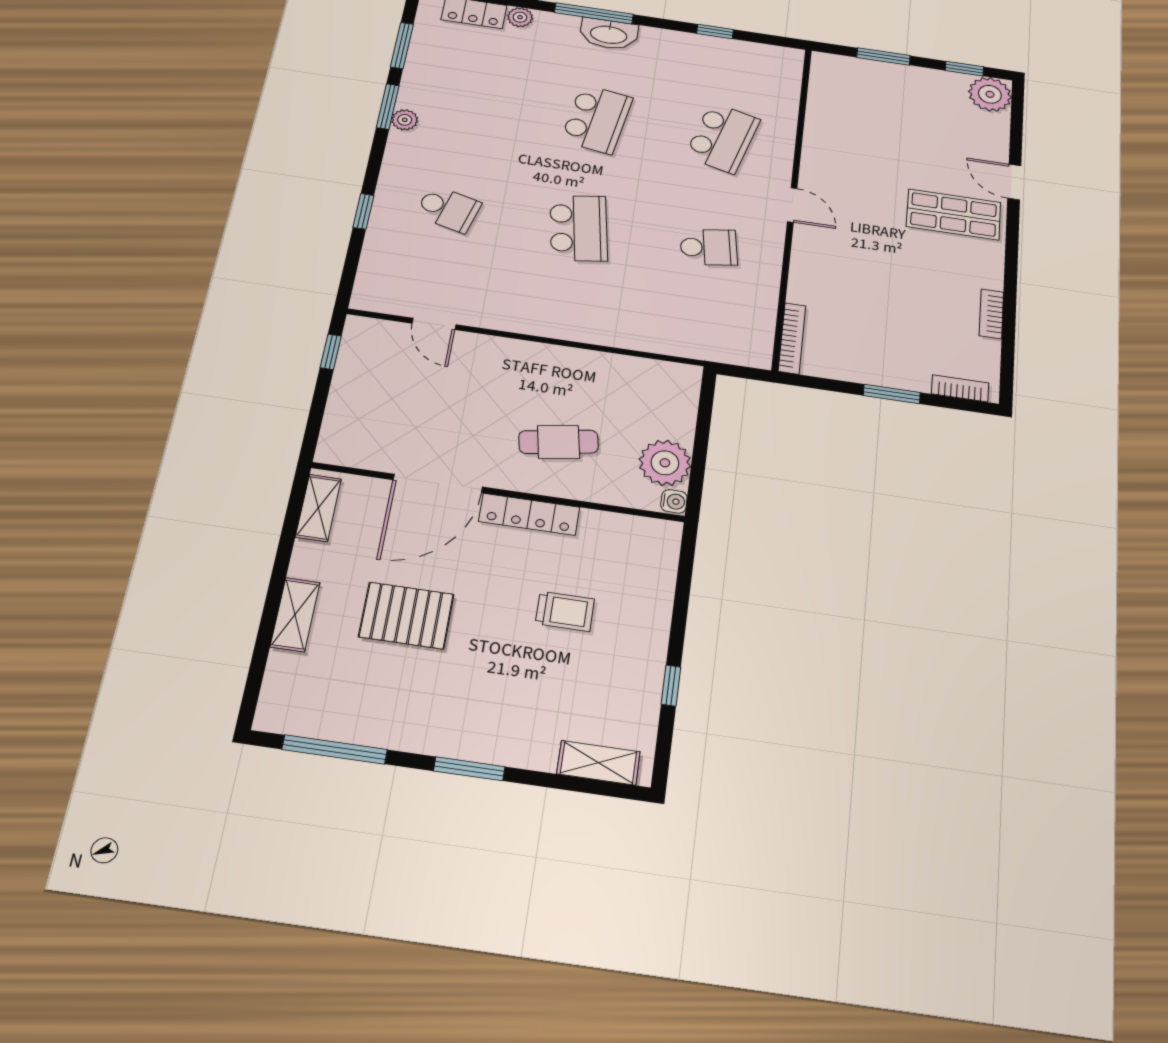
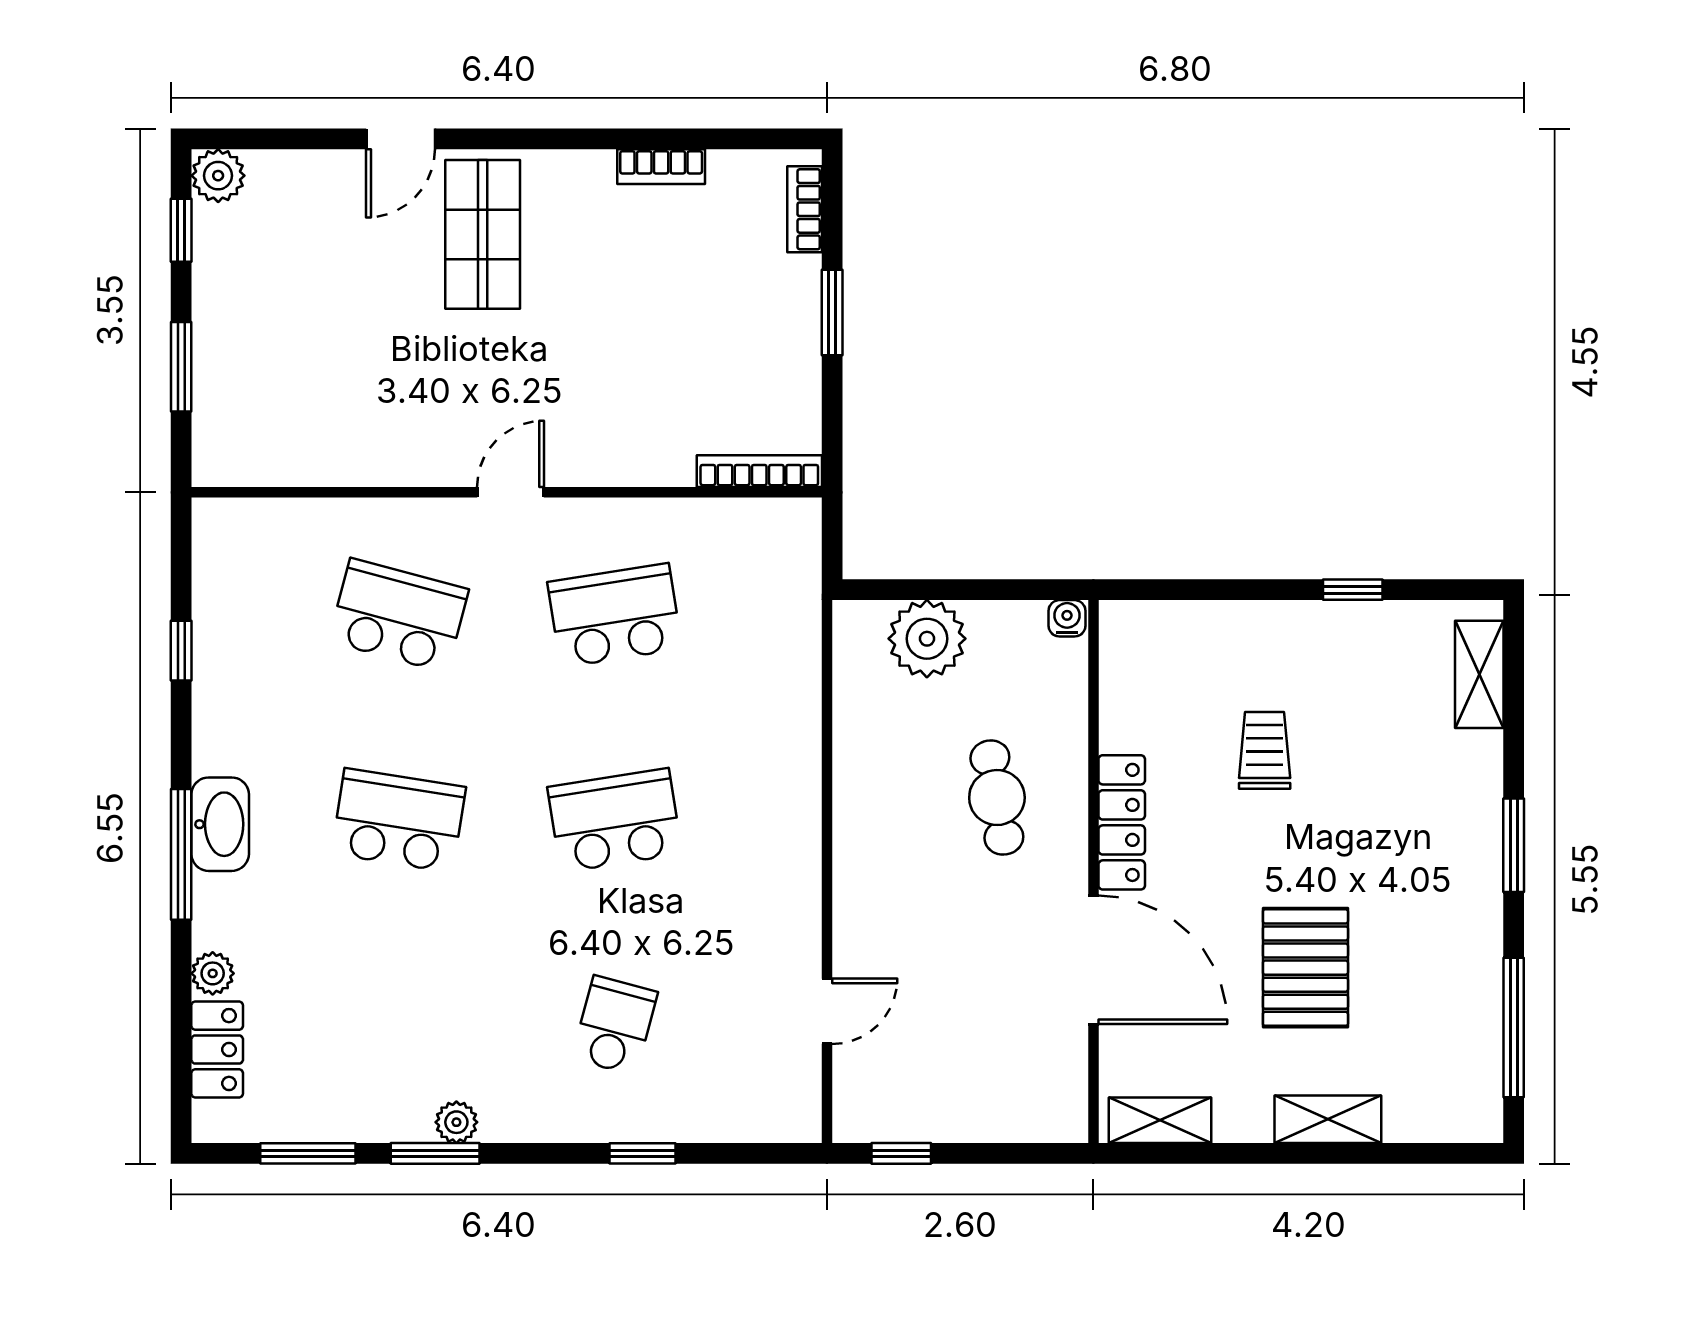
plant: (990, 94) -> (218, 176), width x0.73, depth x0.73
school desk: (709, 247) -> (615, 615), width x1.85
plant: (665, 463) -> (927, 639), moved

